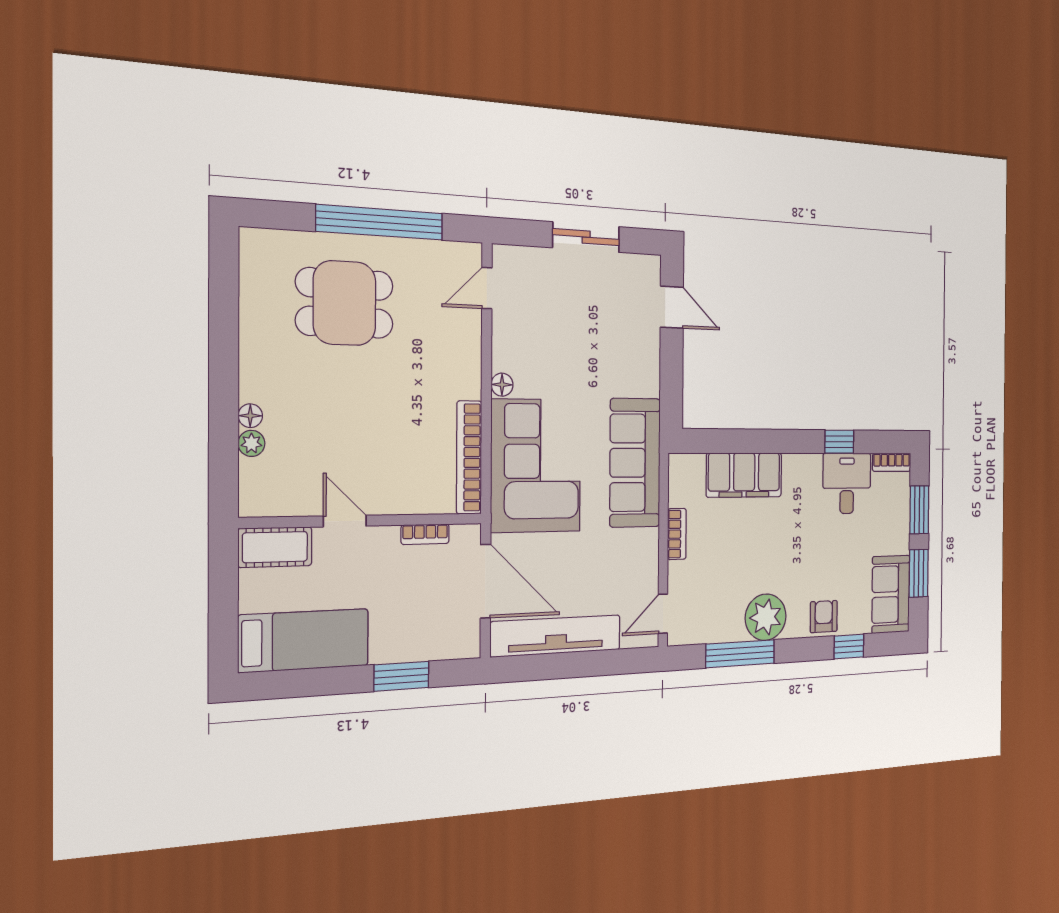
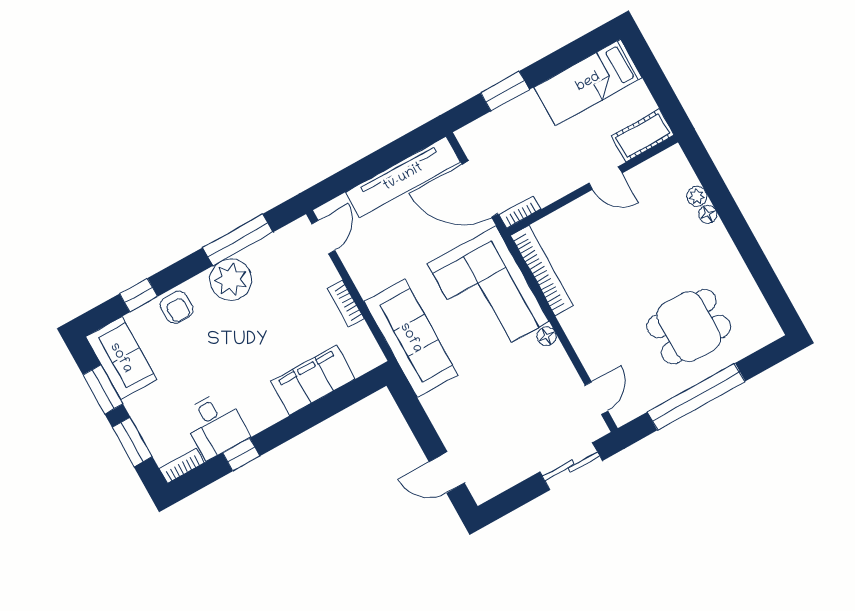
sliding door: (586, 237) -> (571, 466), moved
bookcase: (425, 534) -> (520, 212), moved

